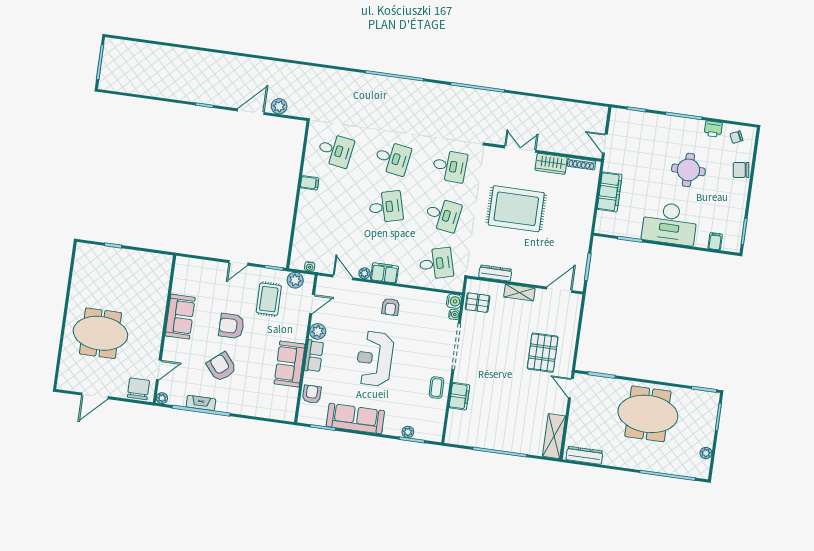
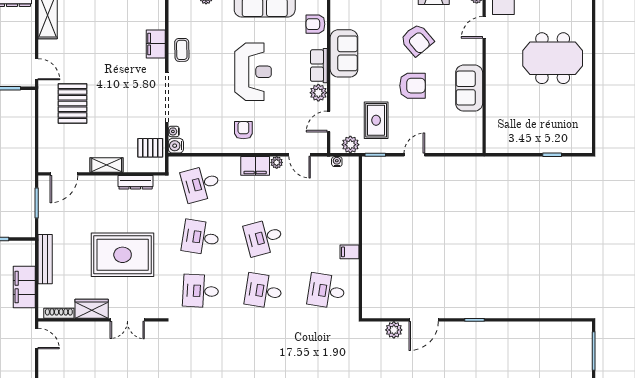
bench: (587, 215) -> (45, 259), added
armchair: (312, 394) -> (315, 24), turned 90

